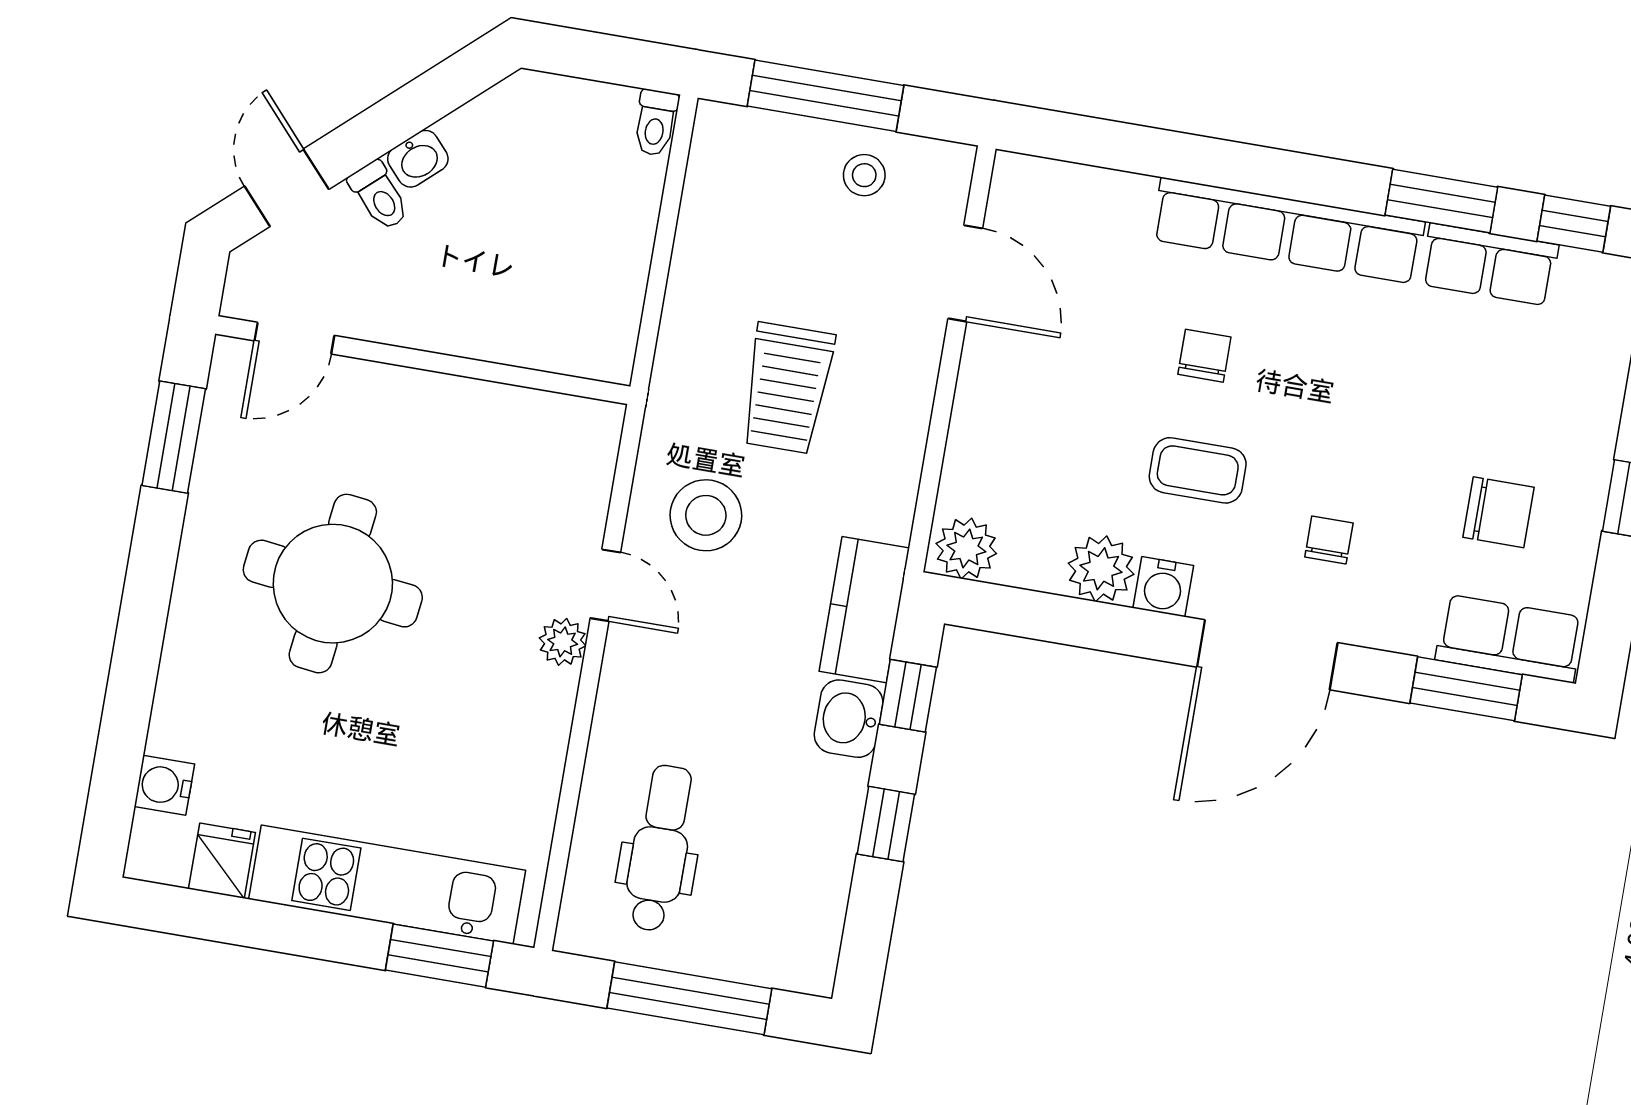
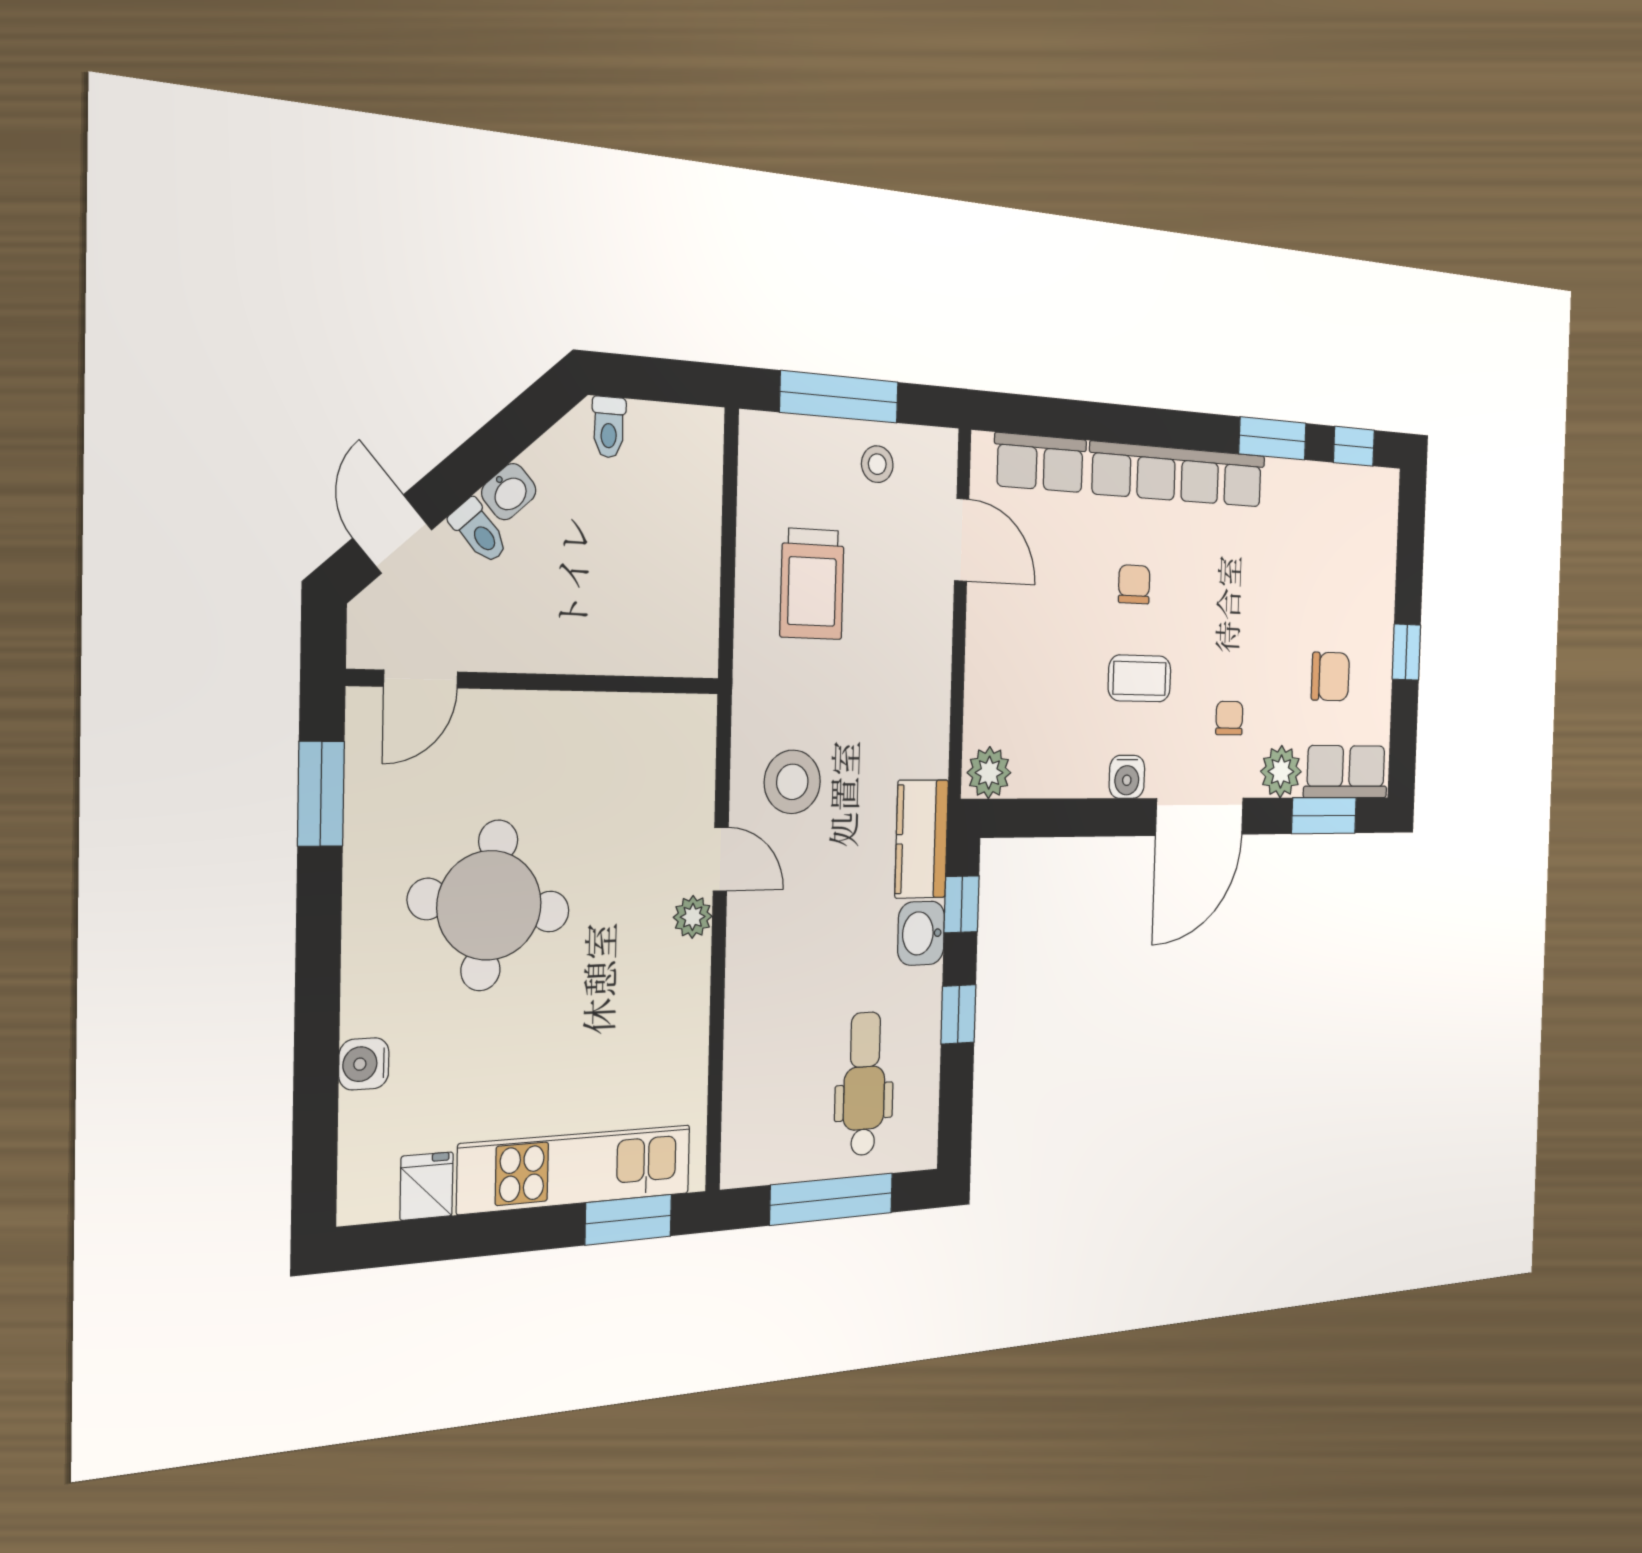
toilet: (656, 123) -> (609, 427), moved
row of seats: (1489, 265) -> (1040, 463), moved
trolley: (787, 388) -> (812, 584), moved
plant: (1101, 569) -> (1281, 772), moved
water cooler: (164, 785) -> (364, 1064), moved
dental chair: (660, 848) -> (864, 1084), moved

